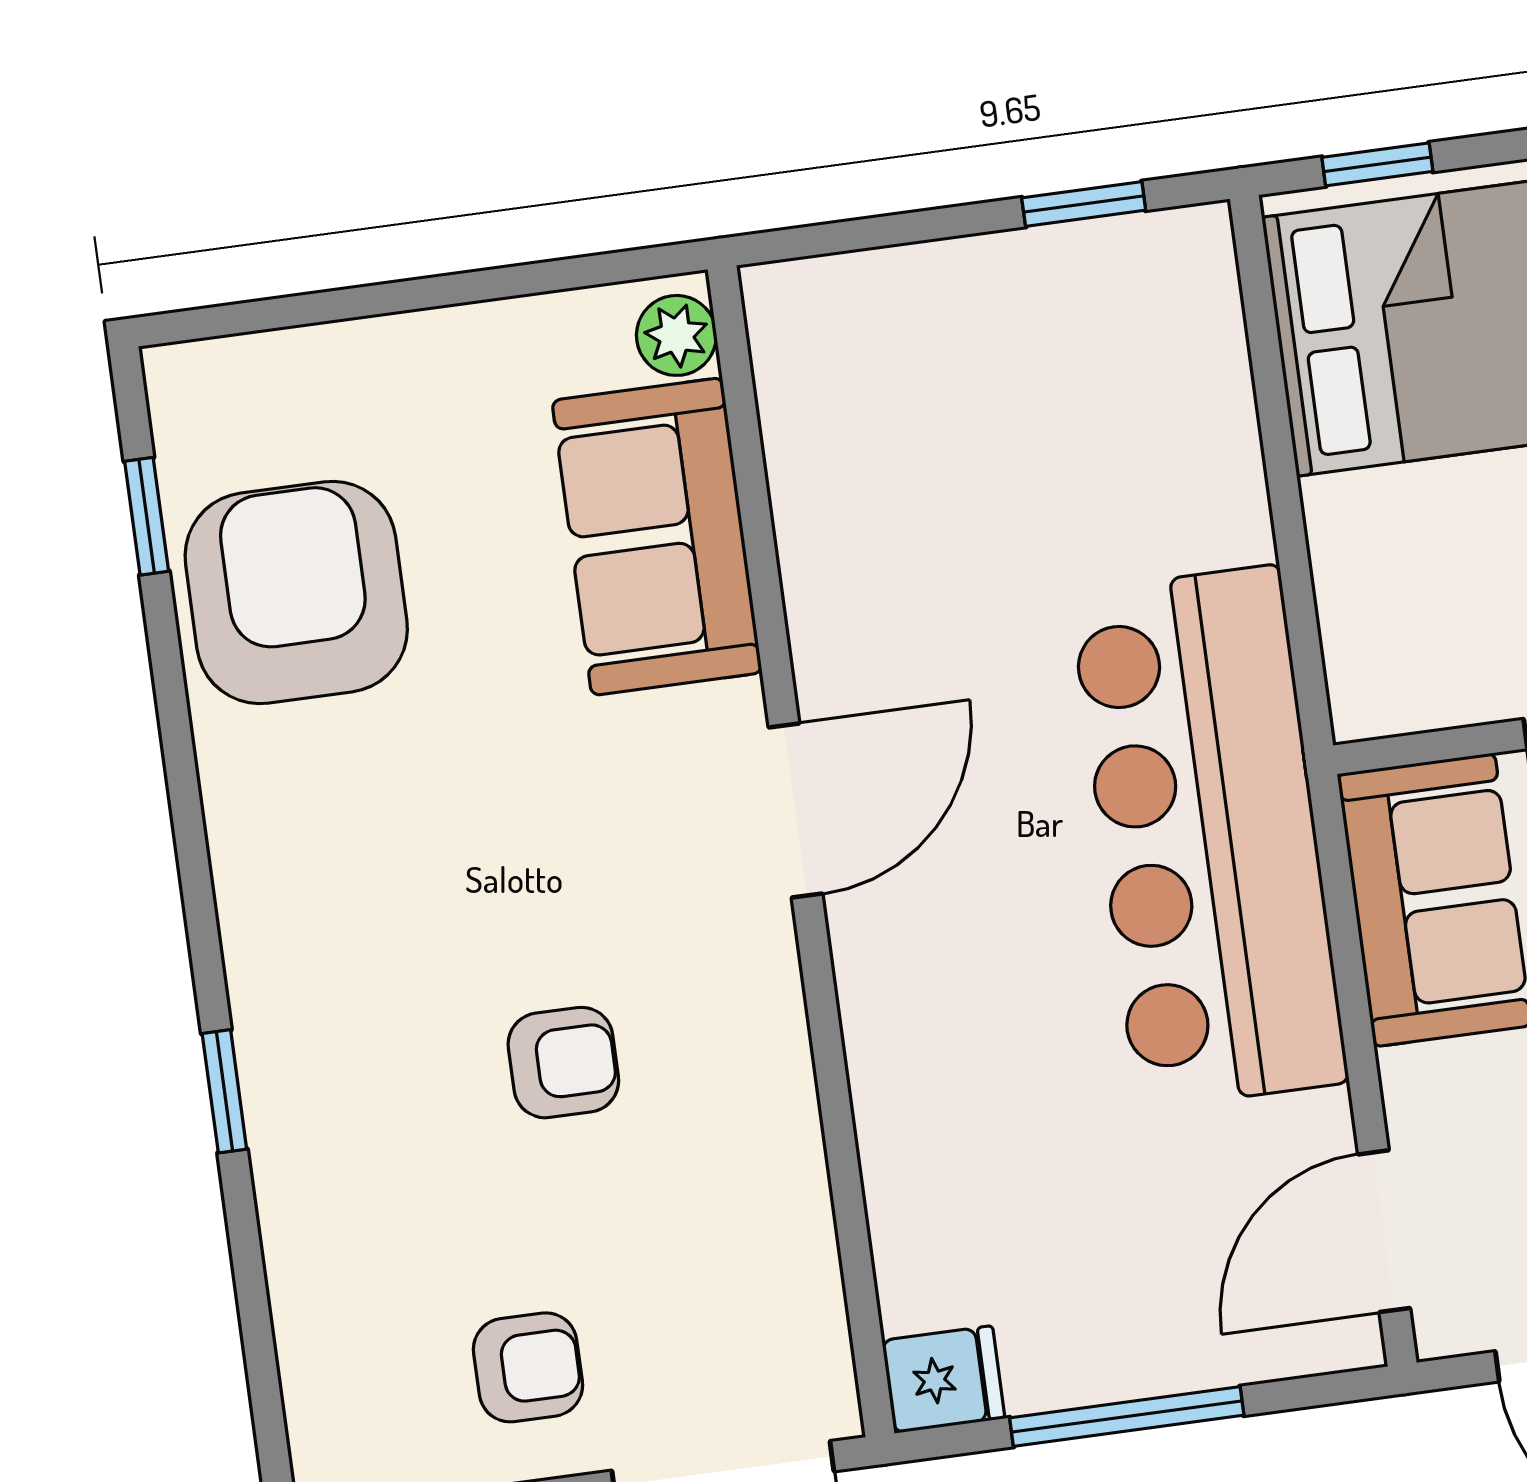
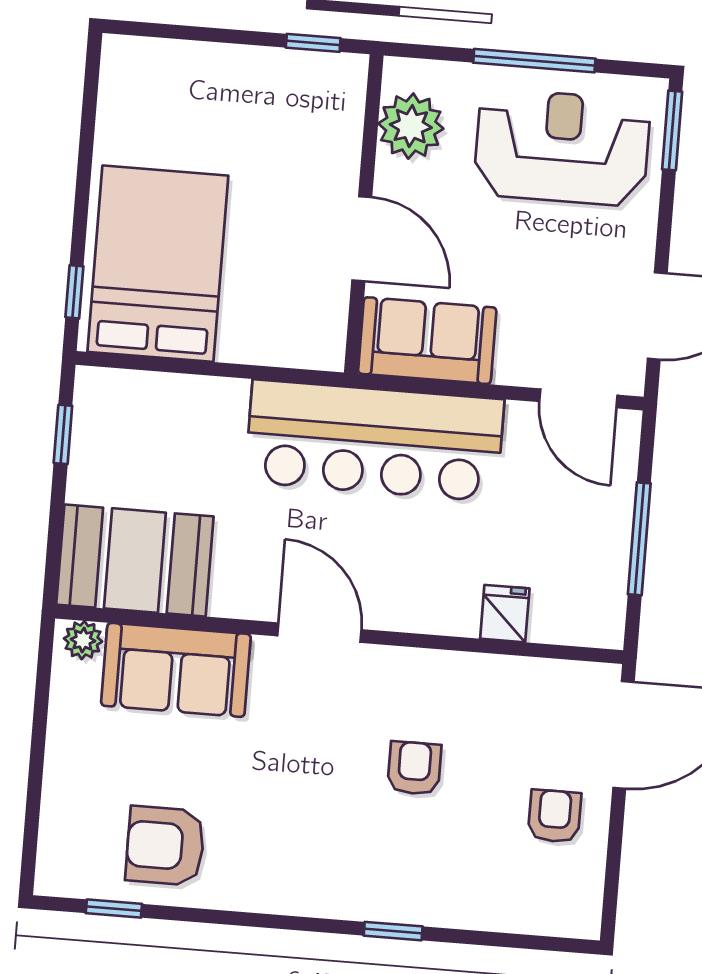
booth: (860, 405) -> (135, 560), added
armchair: (296, 592) -> (165, 846), width x0.73, depth x0.73
fridge: (943, 1379) -> (505, 614), moved

